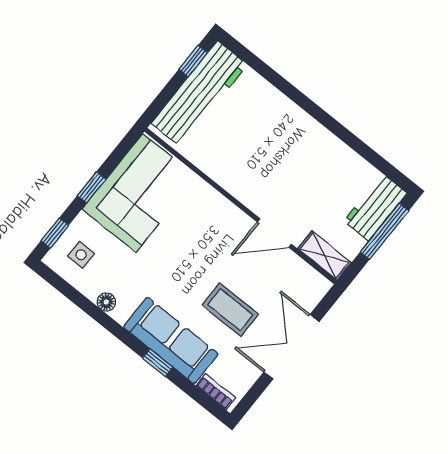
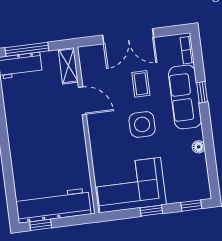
side table: (81, 255) -> (142, 124), moved, width x1.87, depth x1.87
coffee table: (230, 310) -> (141, 84), width x0.73, depth x0.77

